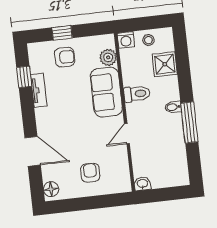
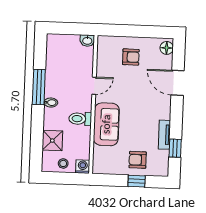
plant: (108, 57) -> (100, 154), removed
armchair: (90, 173) -> (131, 57), turned -90

